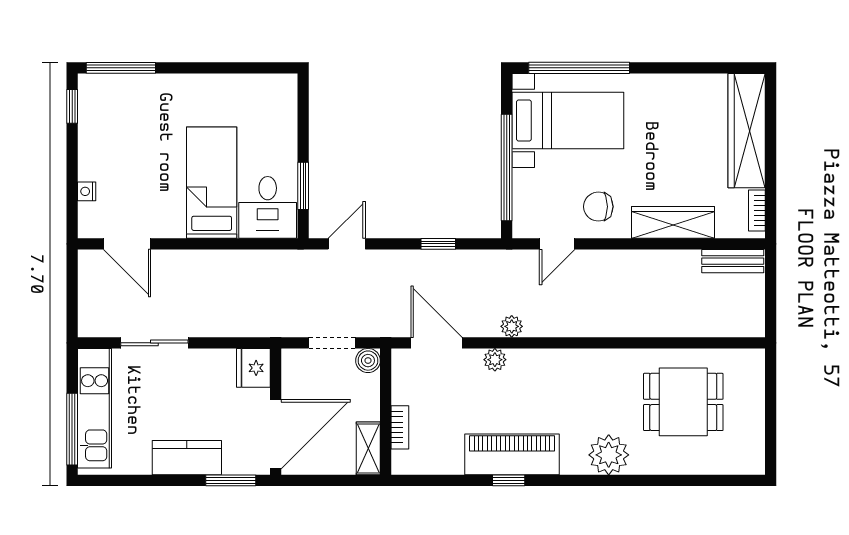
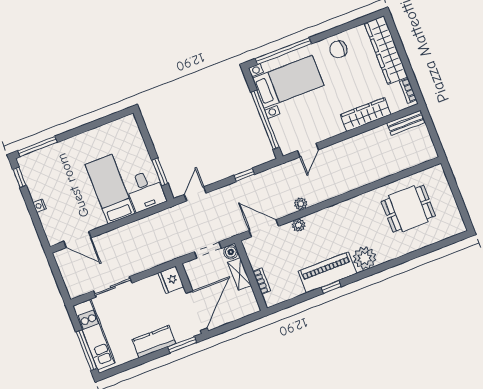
nightstand: (87, 191) -> (39, 206), moved
chair: (598, 207) -> (338, 49), moved
shelving: (368, 448) -> (239, 274), moved
plant: (609, 455) -> (365, 258), moved

